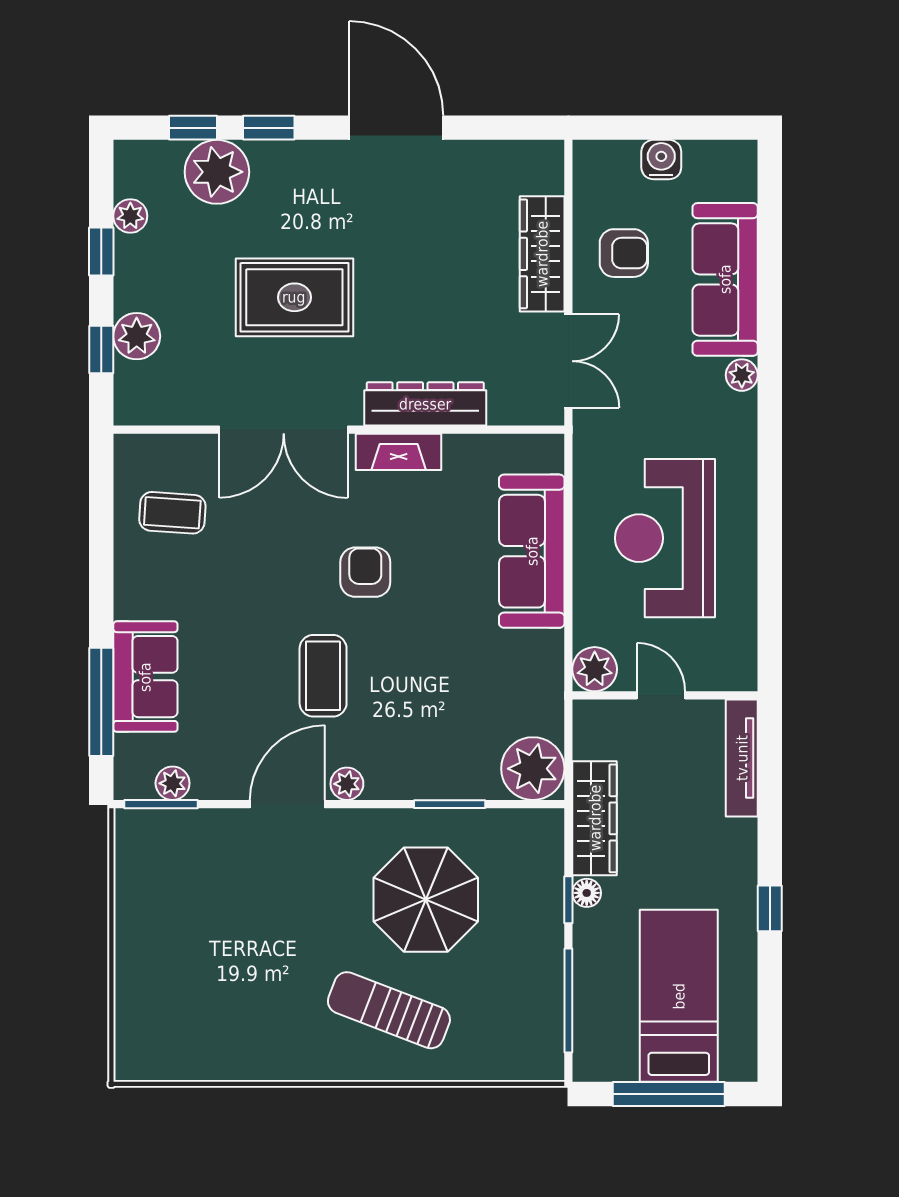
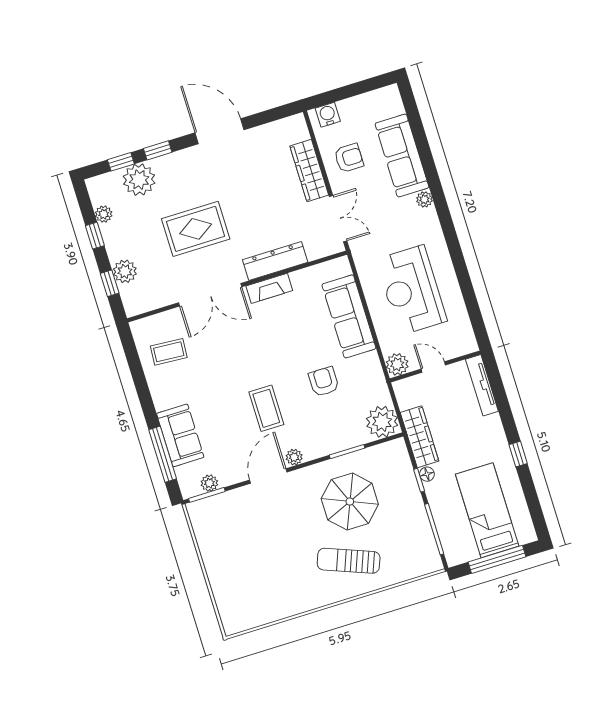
water cooler: (661, 160) -> (328, 115), moved
armchair: (365, 572) -> (324, 382), moved

